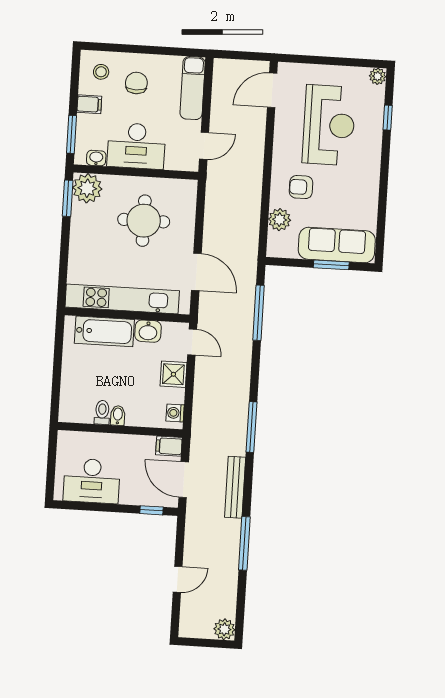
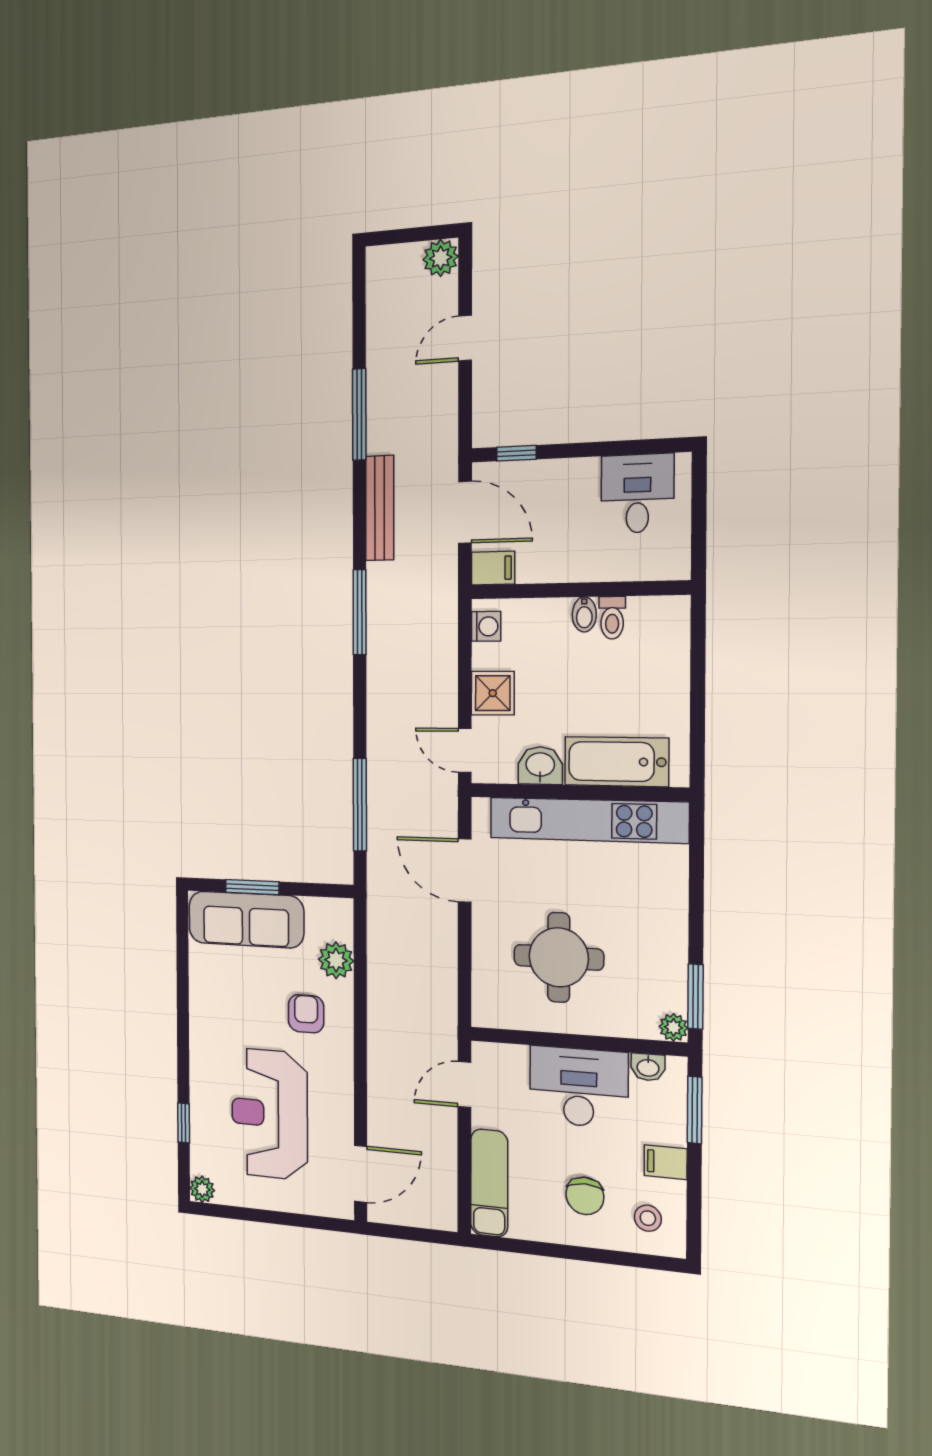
armchair: (301, 187) -> (306, 1014), turned -90
plant: (87, 188) -> (673, 1027), width x0.53, depth x0.53
desk: (92, 481) -> (637, 493), width x0.73
plant: (224, 629) -> (441, 258), moved

